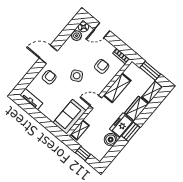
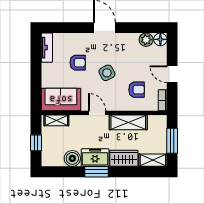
door: (102, 30) -> (172, 74), moved
armchair: (49, 77) -> (78, 63), moved

